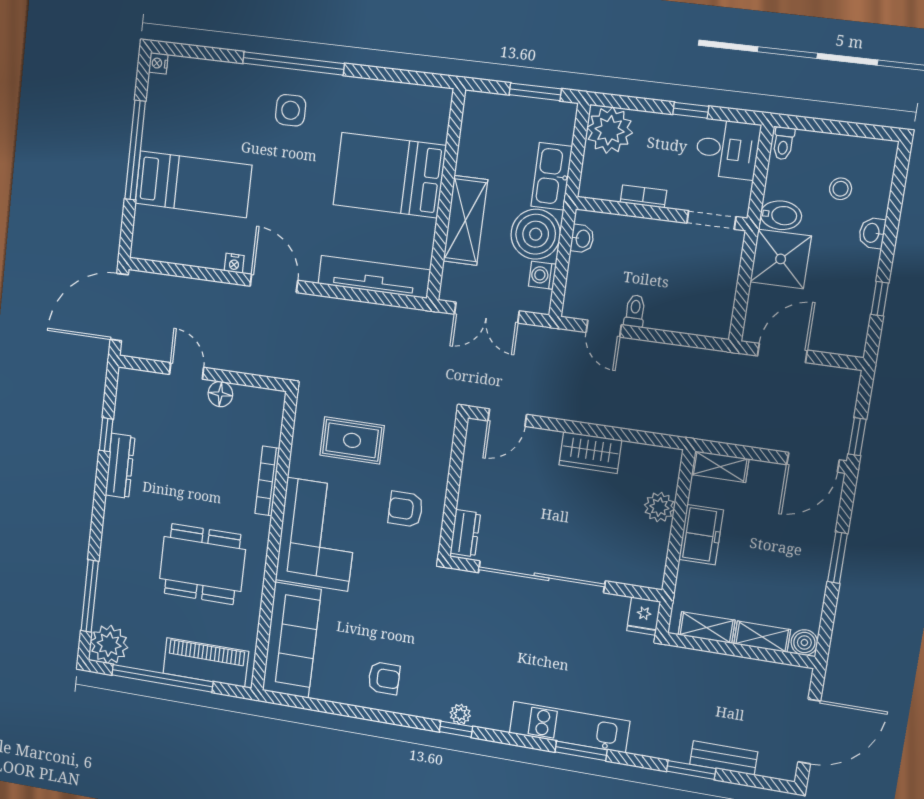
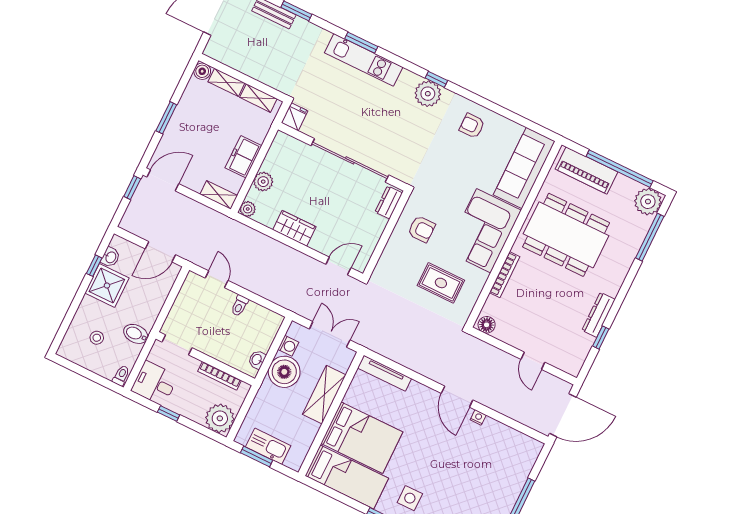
kitchen sink: (552, 176) -> (268, 446), moved, turned -90
bed: (193, 184) -> (347, 477), moved, turned 180
bookcase: (643, 196) -> (219, 376), width x1.56
washbasin: (872, 233) -> (110, 257), moved
shower: (781, 259) -> (107, 286), moved
tv unit: (374, 277) -> (385, 373), width x0.73, depth x0.78
door: (604, 329) -> (217, 279), moved
floor lamp: (220, 394) -> (487, 325), moved
plant: (670, 459) -> (248, 209), added
dining table: (202, 564) -> (566, 235), width x1.36, depth x1.24
plant: (460, 714) -> (428, 94), width x1.88, depth x1.88

